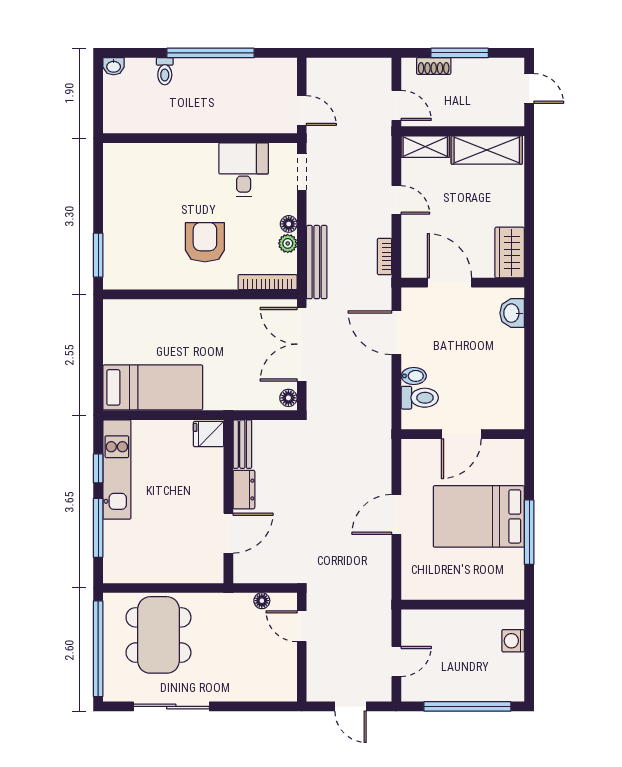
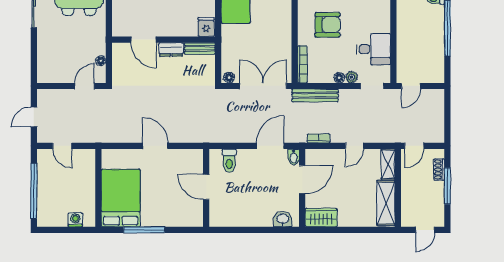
plant: (288, 243) -> (351, 77), moved
bidet: (414, 376) -> (294, 157), moved
bed: (479, 516) -> (121, 198), moved

